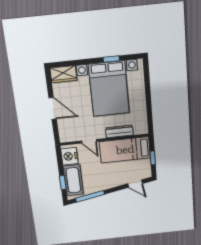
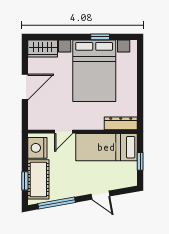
door: (53, 108) -> (25, 87), hinge flipped
dresser: (119, 131) -> (121, 123), moved
door: (89, 141) -> (64, 132), hinge flipped
door: (135, 184) -> (100, 195), moved

